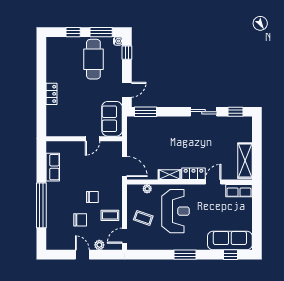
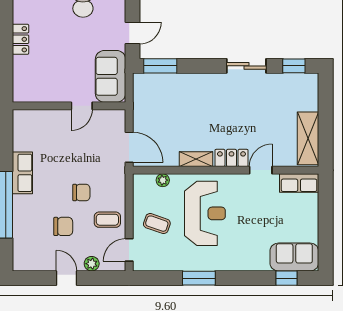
row of seats: (53, 167) -> (22, 173), moved
sofa: (230, 240) -> (294, 257), width x0.73
window: (185, 255) -> (199, 278), moved

